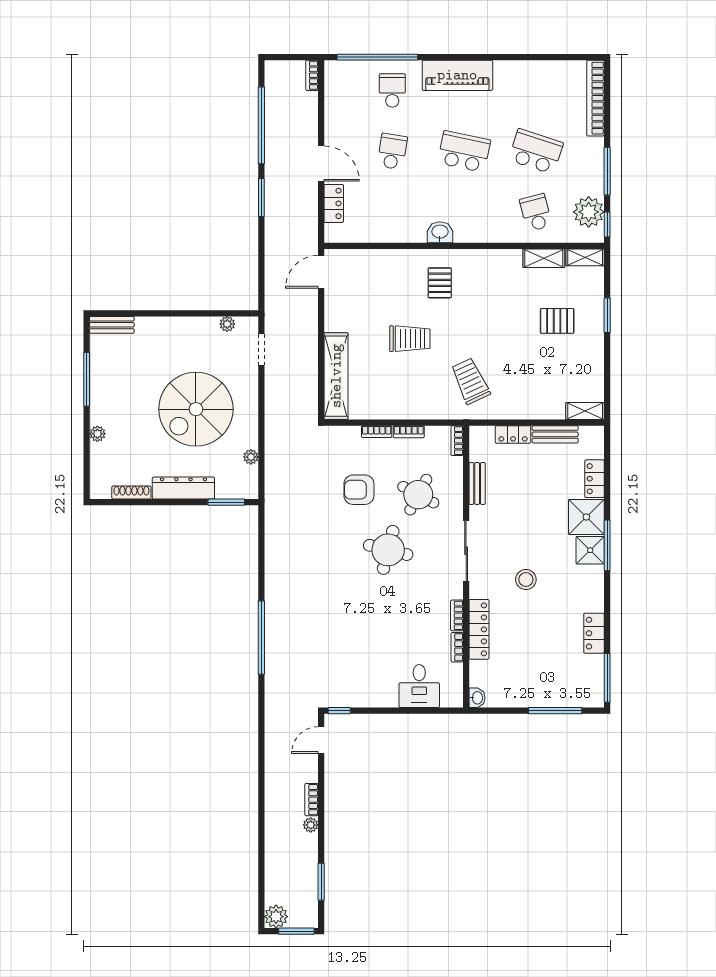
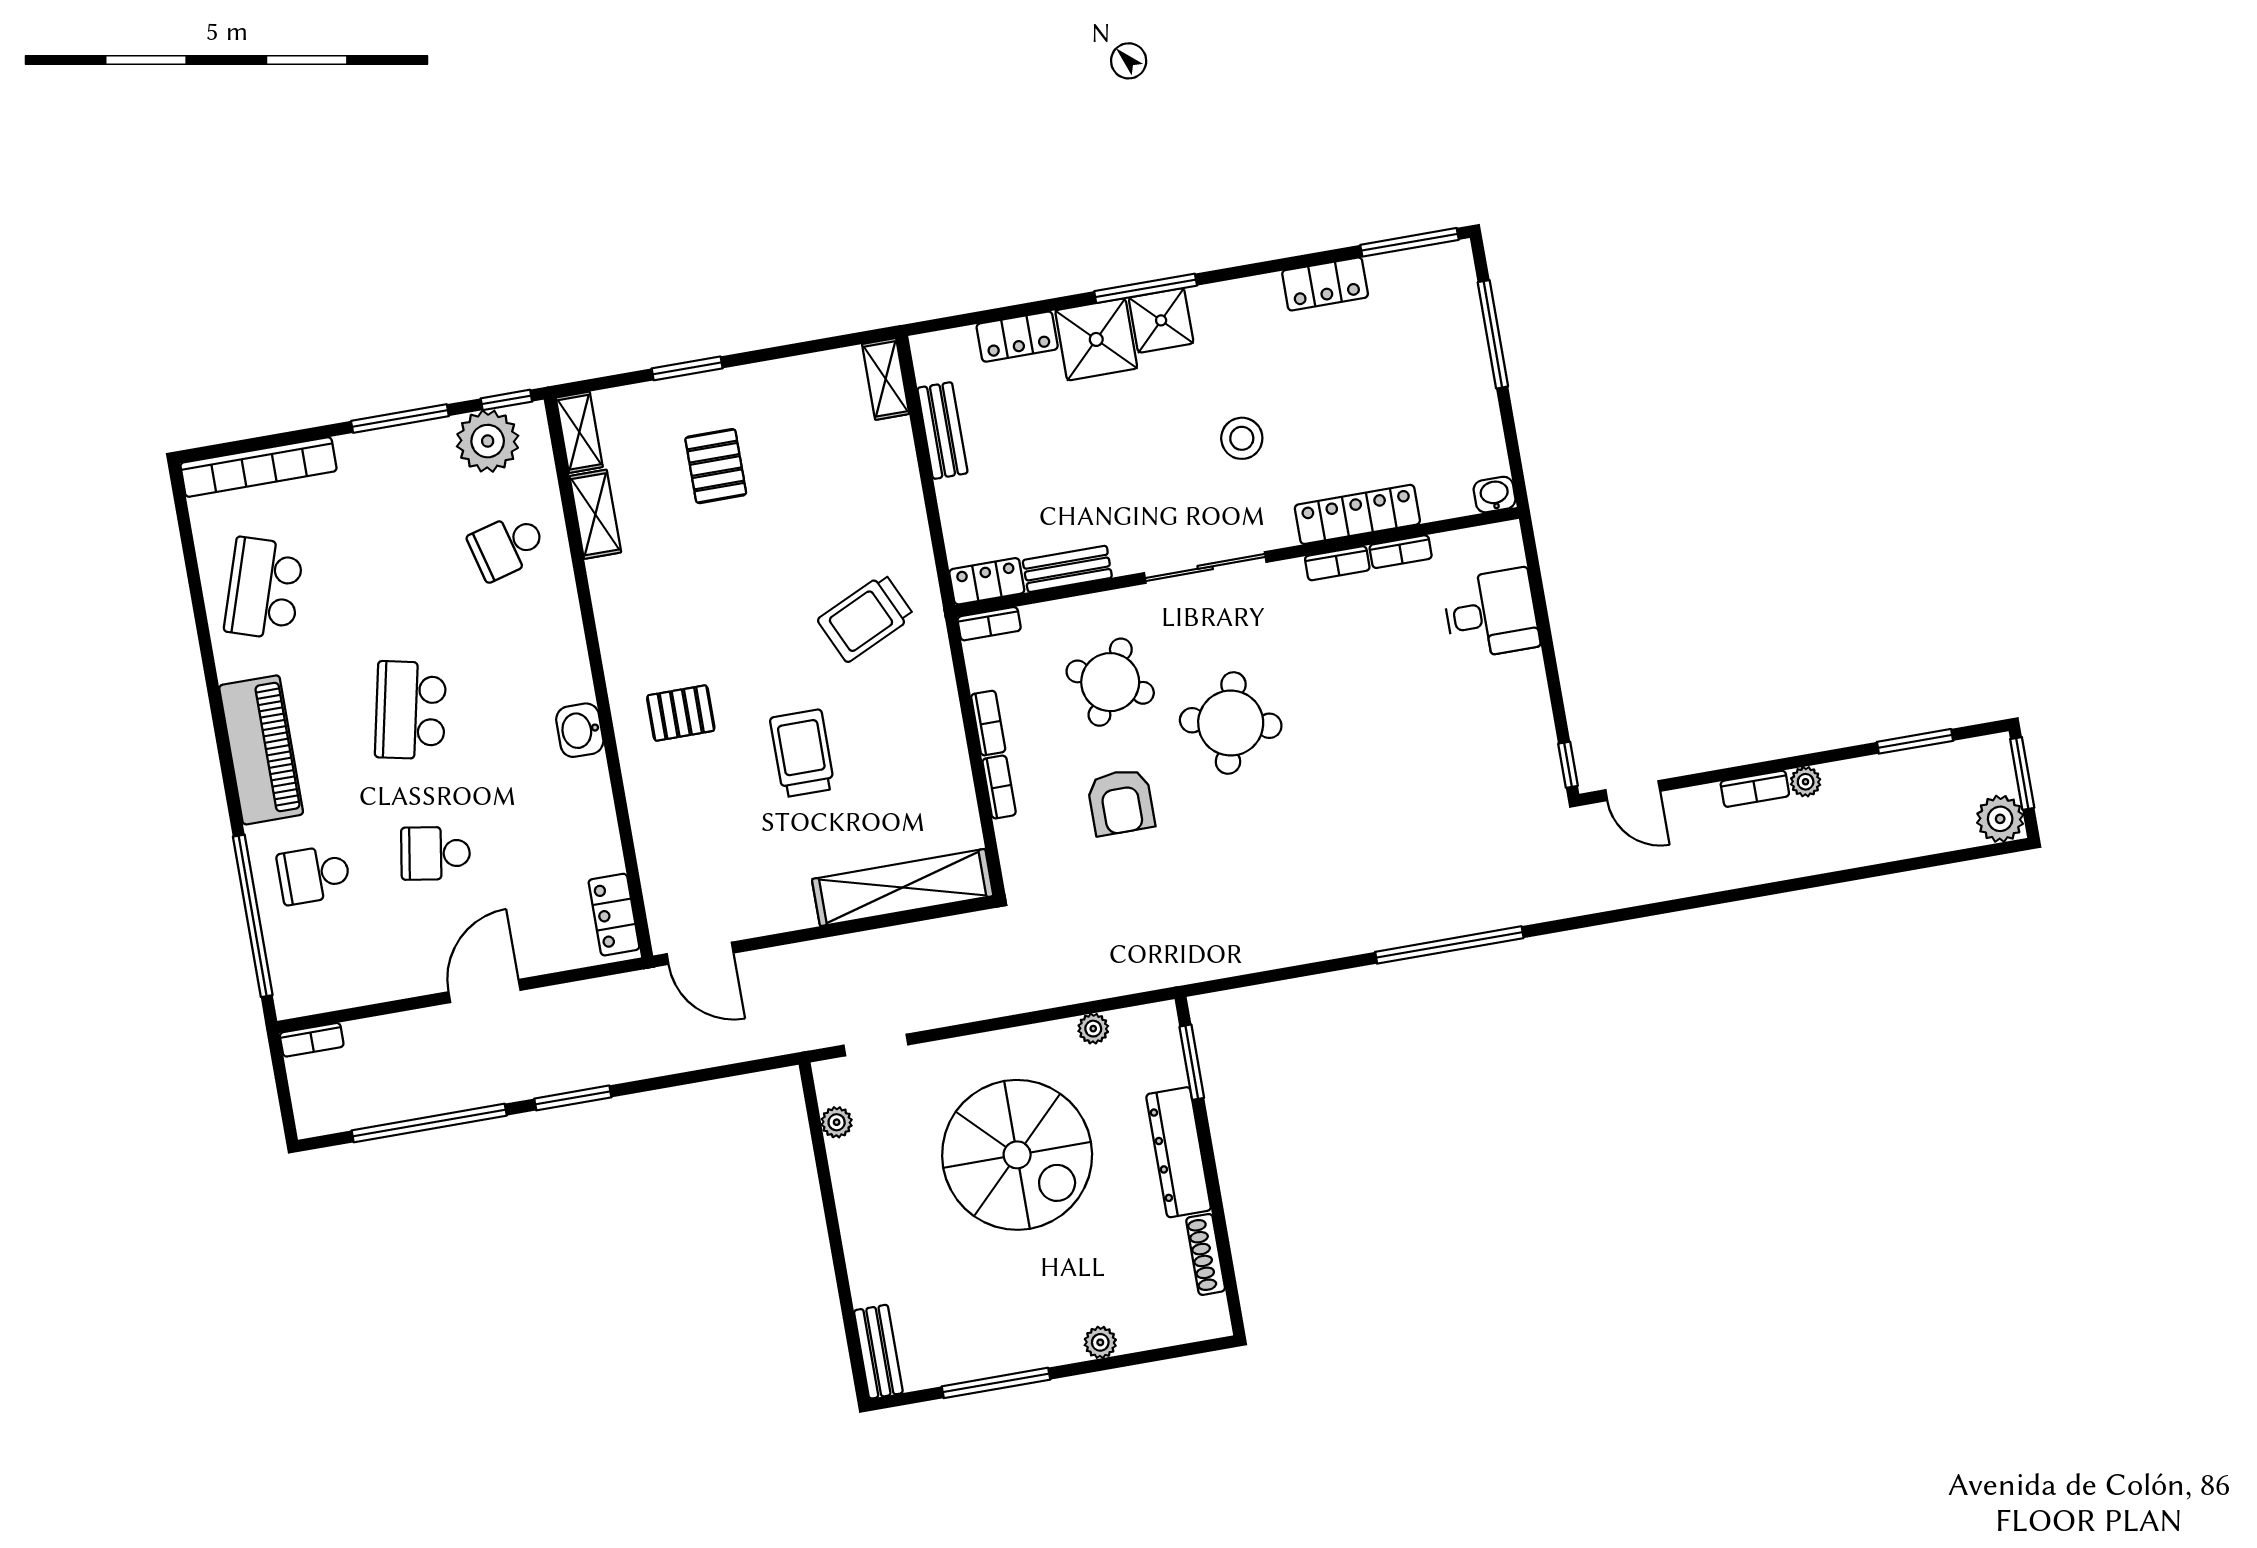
school desk: (536, 151) -> (264, 588), moved
locker: (334, 203) -> (614, 915), moved, turned -90
locker: (513, 434) -> (987, 581), moved, turned -90

